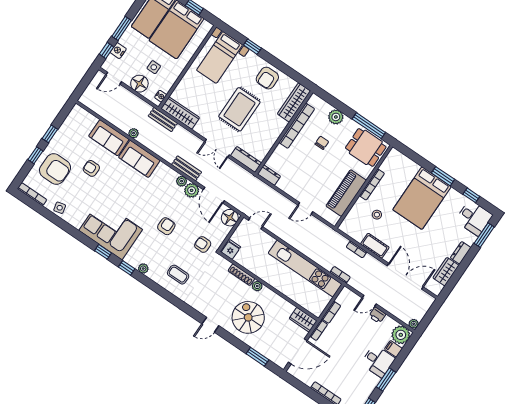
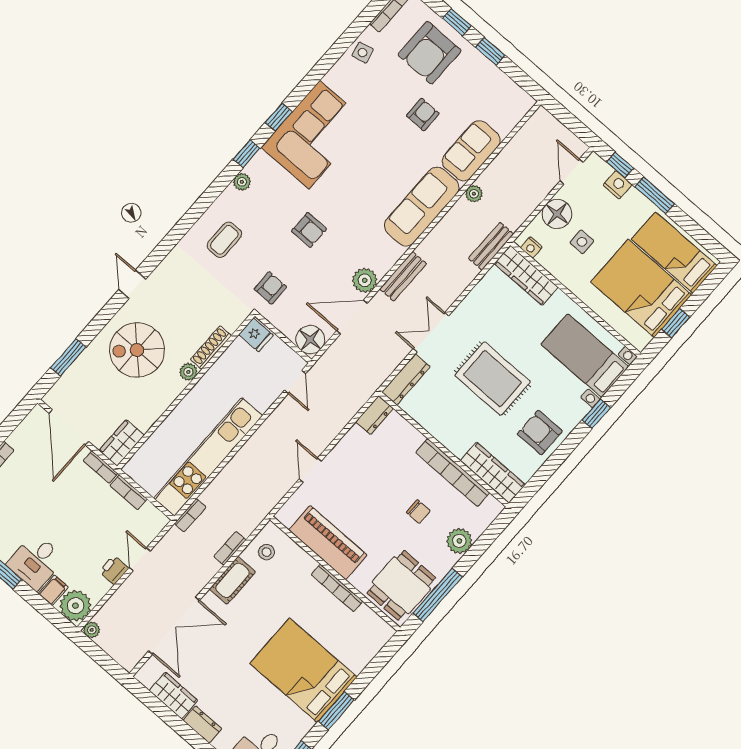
wardrobe: (180, 113) -> (526, 275), moved, turned 90
sofa: (139, 159) -> (422, 206), width x1.36
plant: (182, 181) -> (382, 265), removed
stool: (377, 215) -> (266, 552), moved
spiral stairs: (248, 317) -> (137, 350), turned 180

